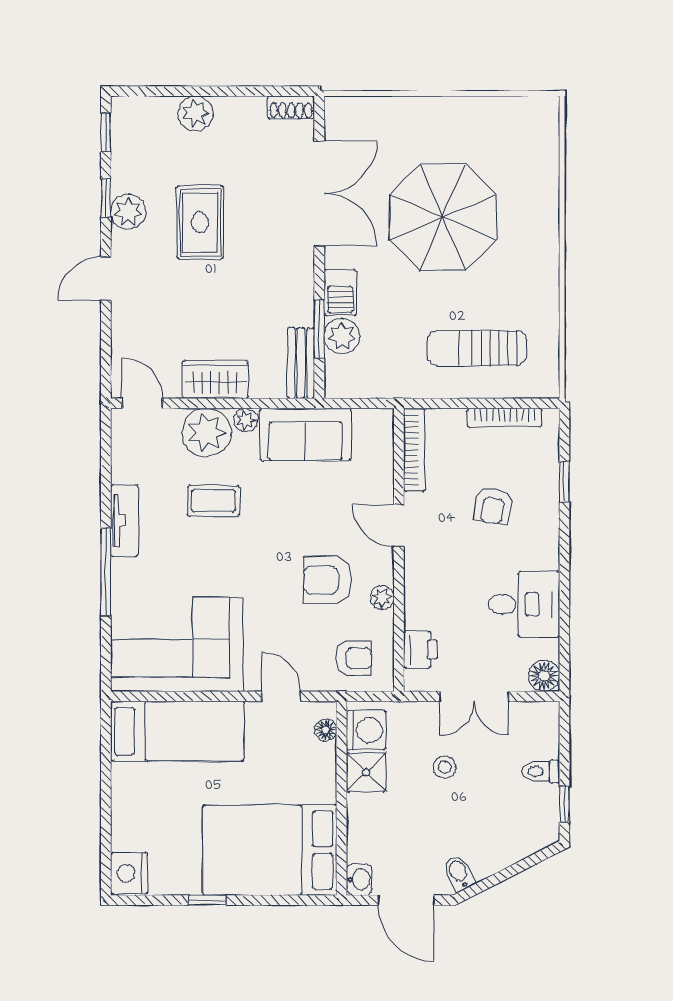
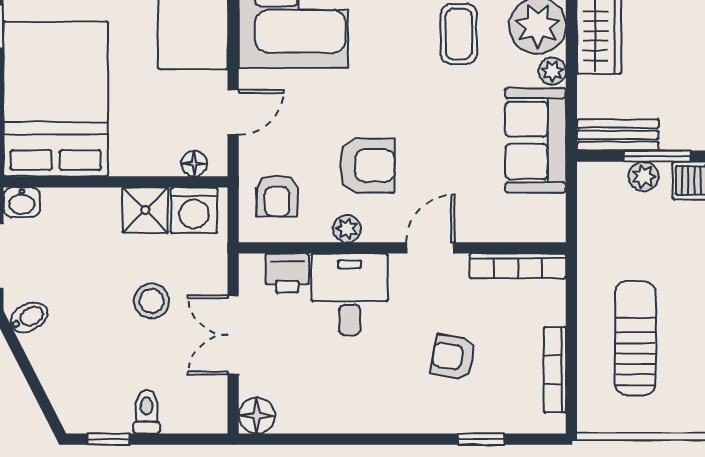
plant: (342, 336) -> (644, 176), width x0.73, depth x0.73
armchair: (327, 580) -> (367, 166), turned 90
desk: (524, 604) -> (350, 295), moved, turned 180
stool: (445, 767) -> (151, 301), width x1.37, depth x1.37

